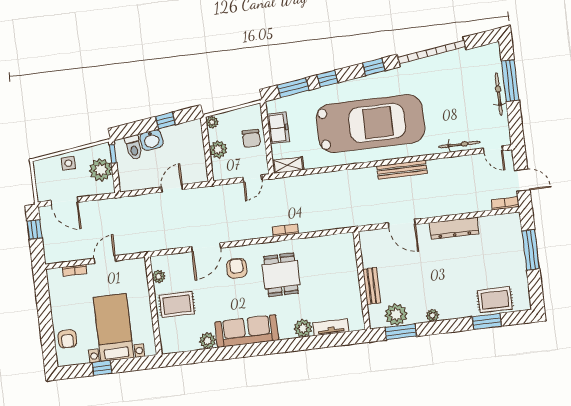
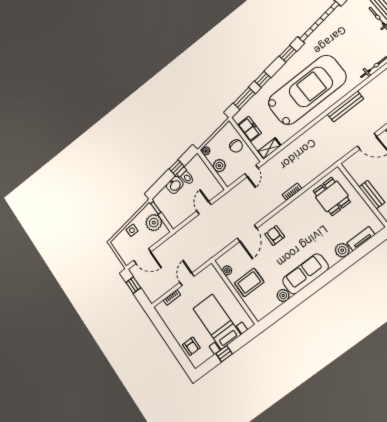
toilet: (134, 147) -> (186, 176), moved
dining table: (281, 275) -> (332, 196), moved

